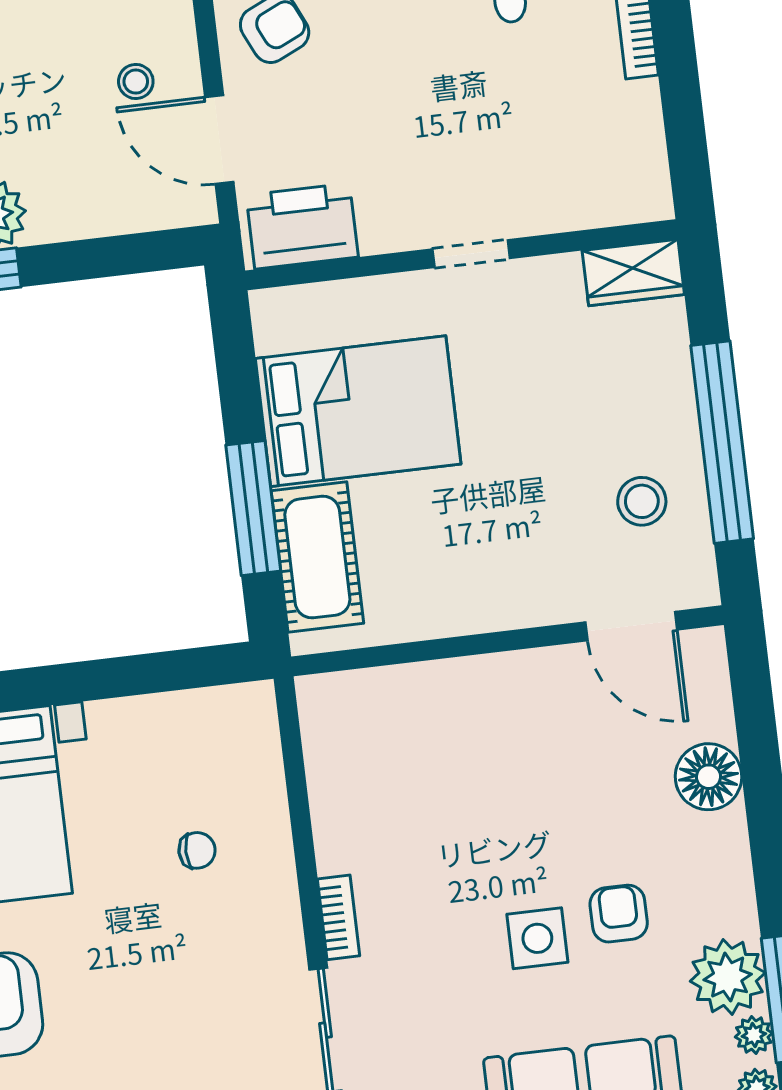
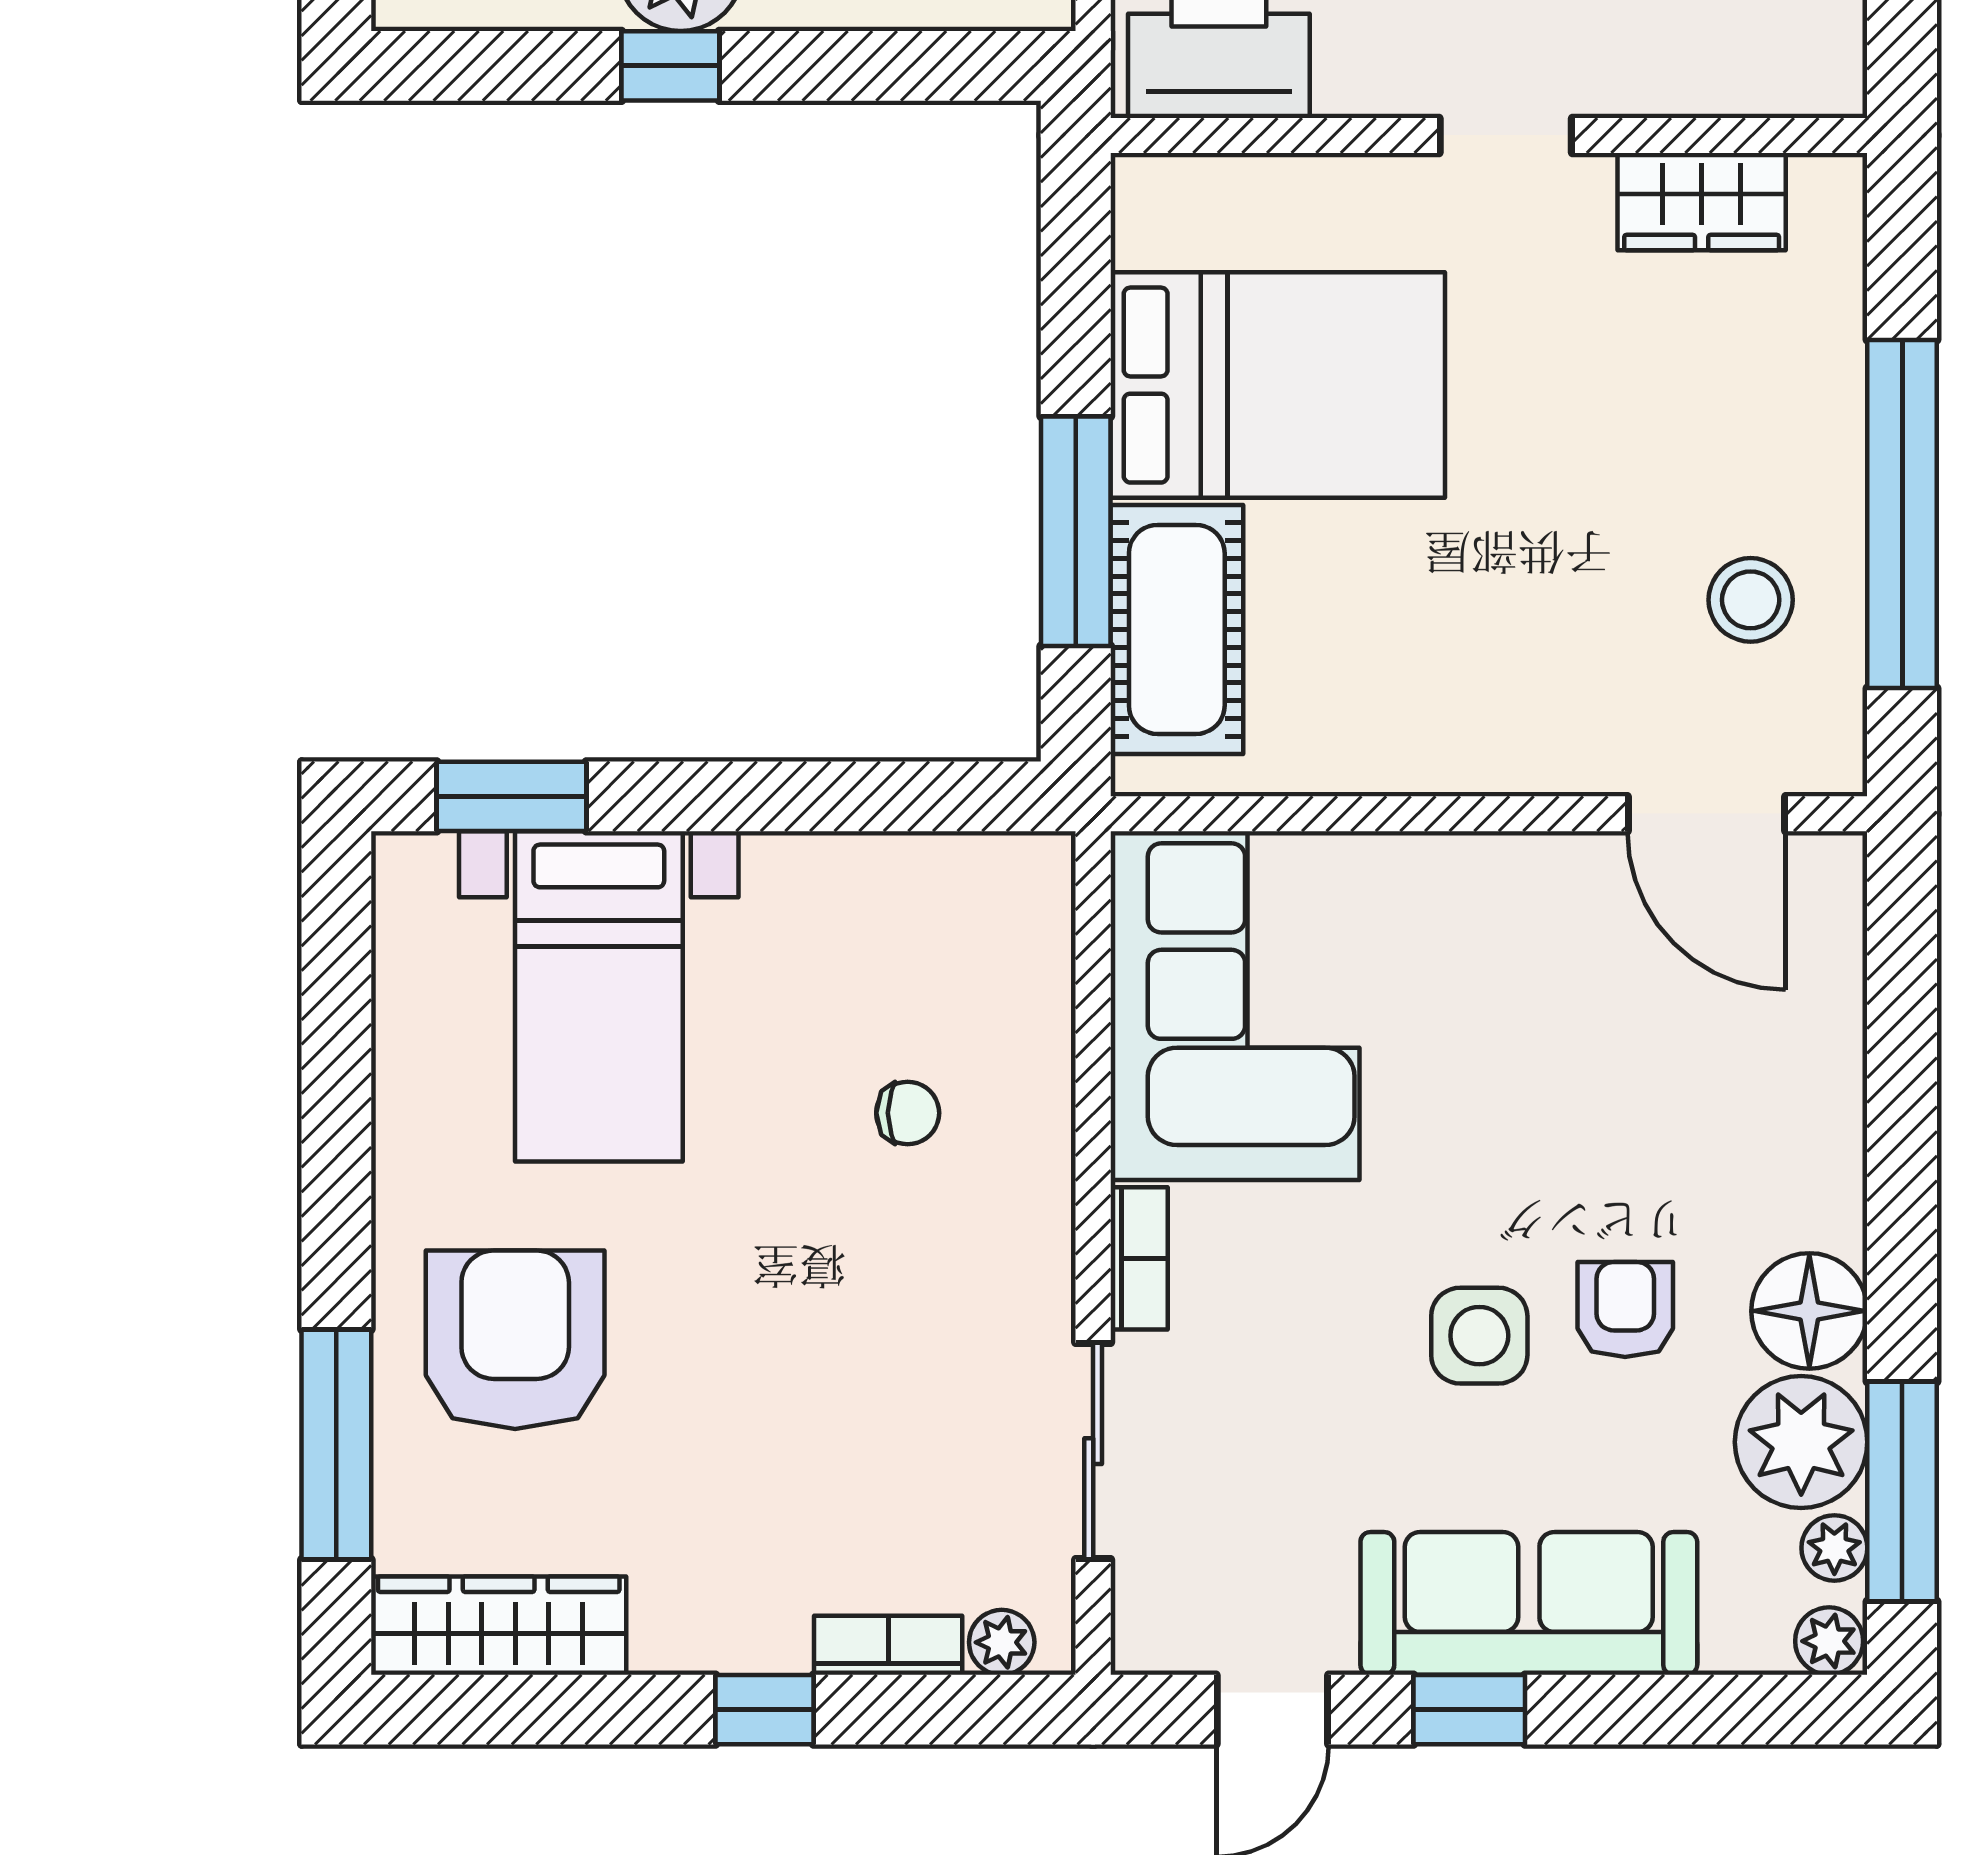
wardrobe: (633, 272) -> (1702, 202), moved
corner sofa: (376, 767) -> (1235, 1006), added
floor lamp: (709, 777) -> (1809, 1311), moved

